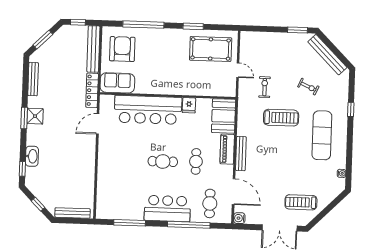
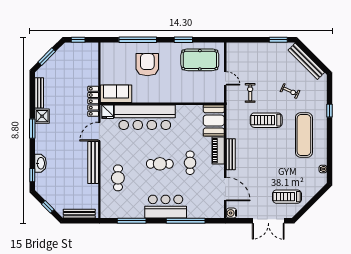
bench: (93, 49) -> (93, 162), moved
armchair: (122, 49) -> (147, 65), moved
fridge: (189, 105) -> (108, 112), moved
shower: (35, 116) -> (42, 116), moved
treadmill: (281, 118) -> (266, 120), turned 180
cafe table: (210, 203) -> (118, 178), moved

